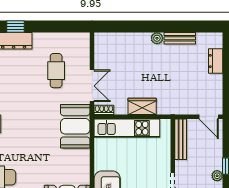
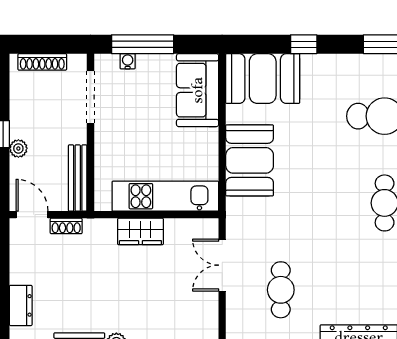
shoe rack: (104, 110) -> (66, 226), moved
booth: (75, 126) -> (250, 160), moved
plant: (217, 176) -> (18, 148), moved

